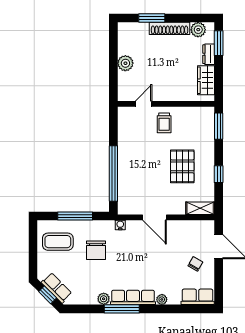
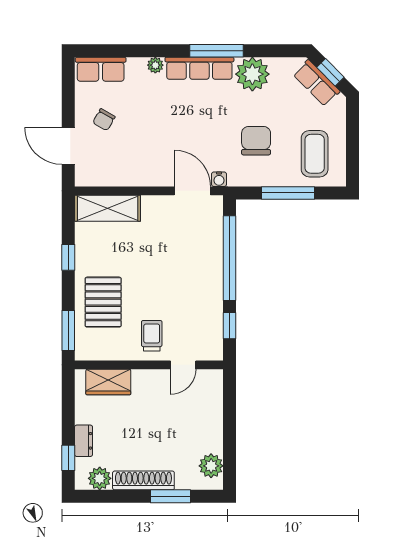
window: (219, 43) -> (68, 458), width x0.67
plant: (125, 63) -> (211, 466), moved
wardrobe: (206, 80) -> (108, 382), moved, turned 90
window: (113, 129) -> (230, 326), added
pallet: (182, 166) -> (103, 302), moved
shelving: (200, 208) -> (108, 208), width x1.50, depth x1.33
door: (155, 217) -> (192, 191), moved
coffee table: (58, 242) -> (315, 154), turned 90
plant: (104, 299) -> (252, 74), width x1.88, depth x1.88

